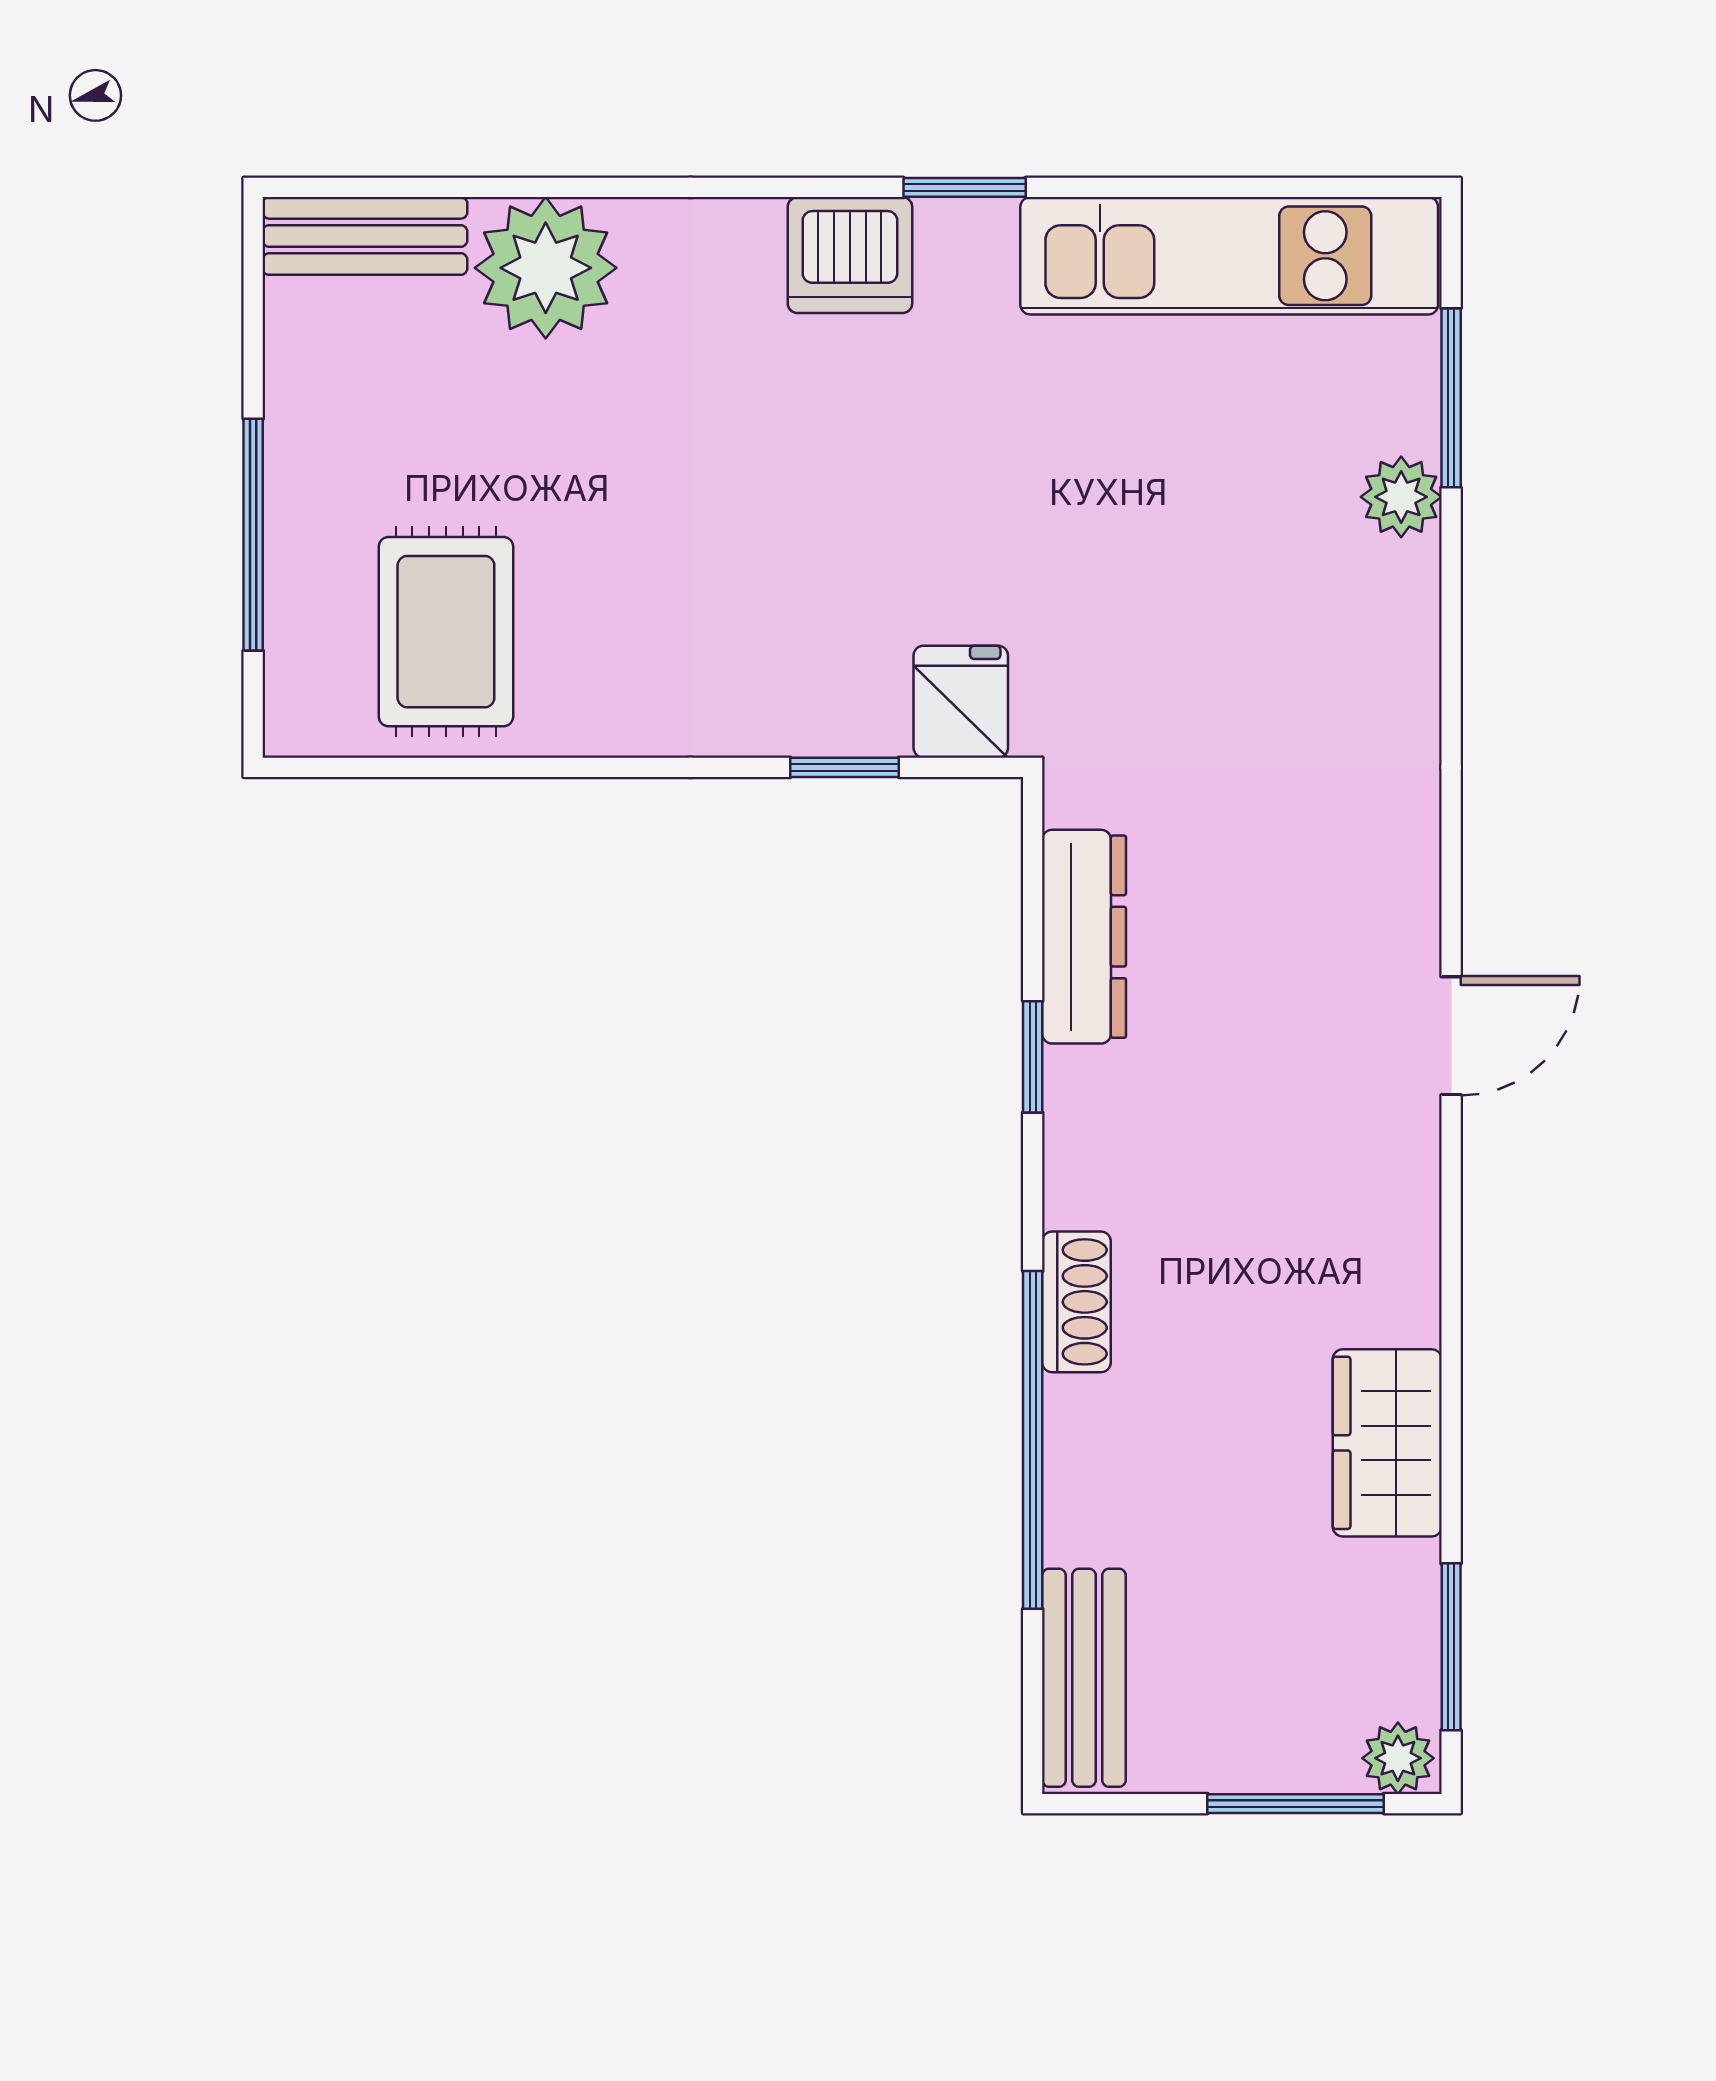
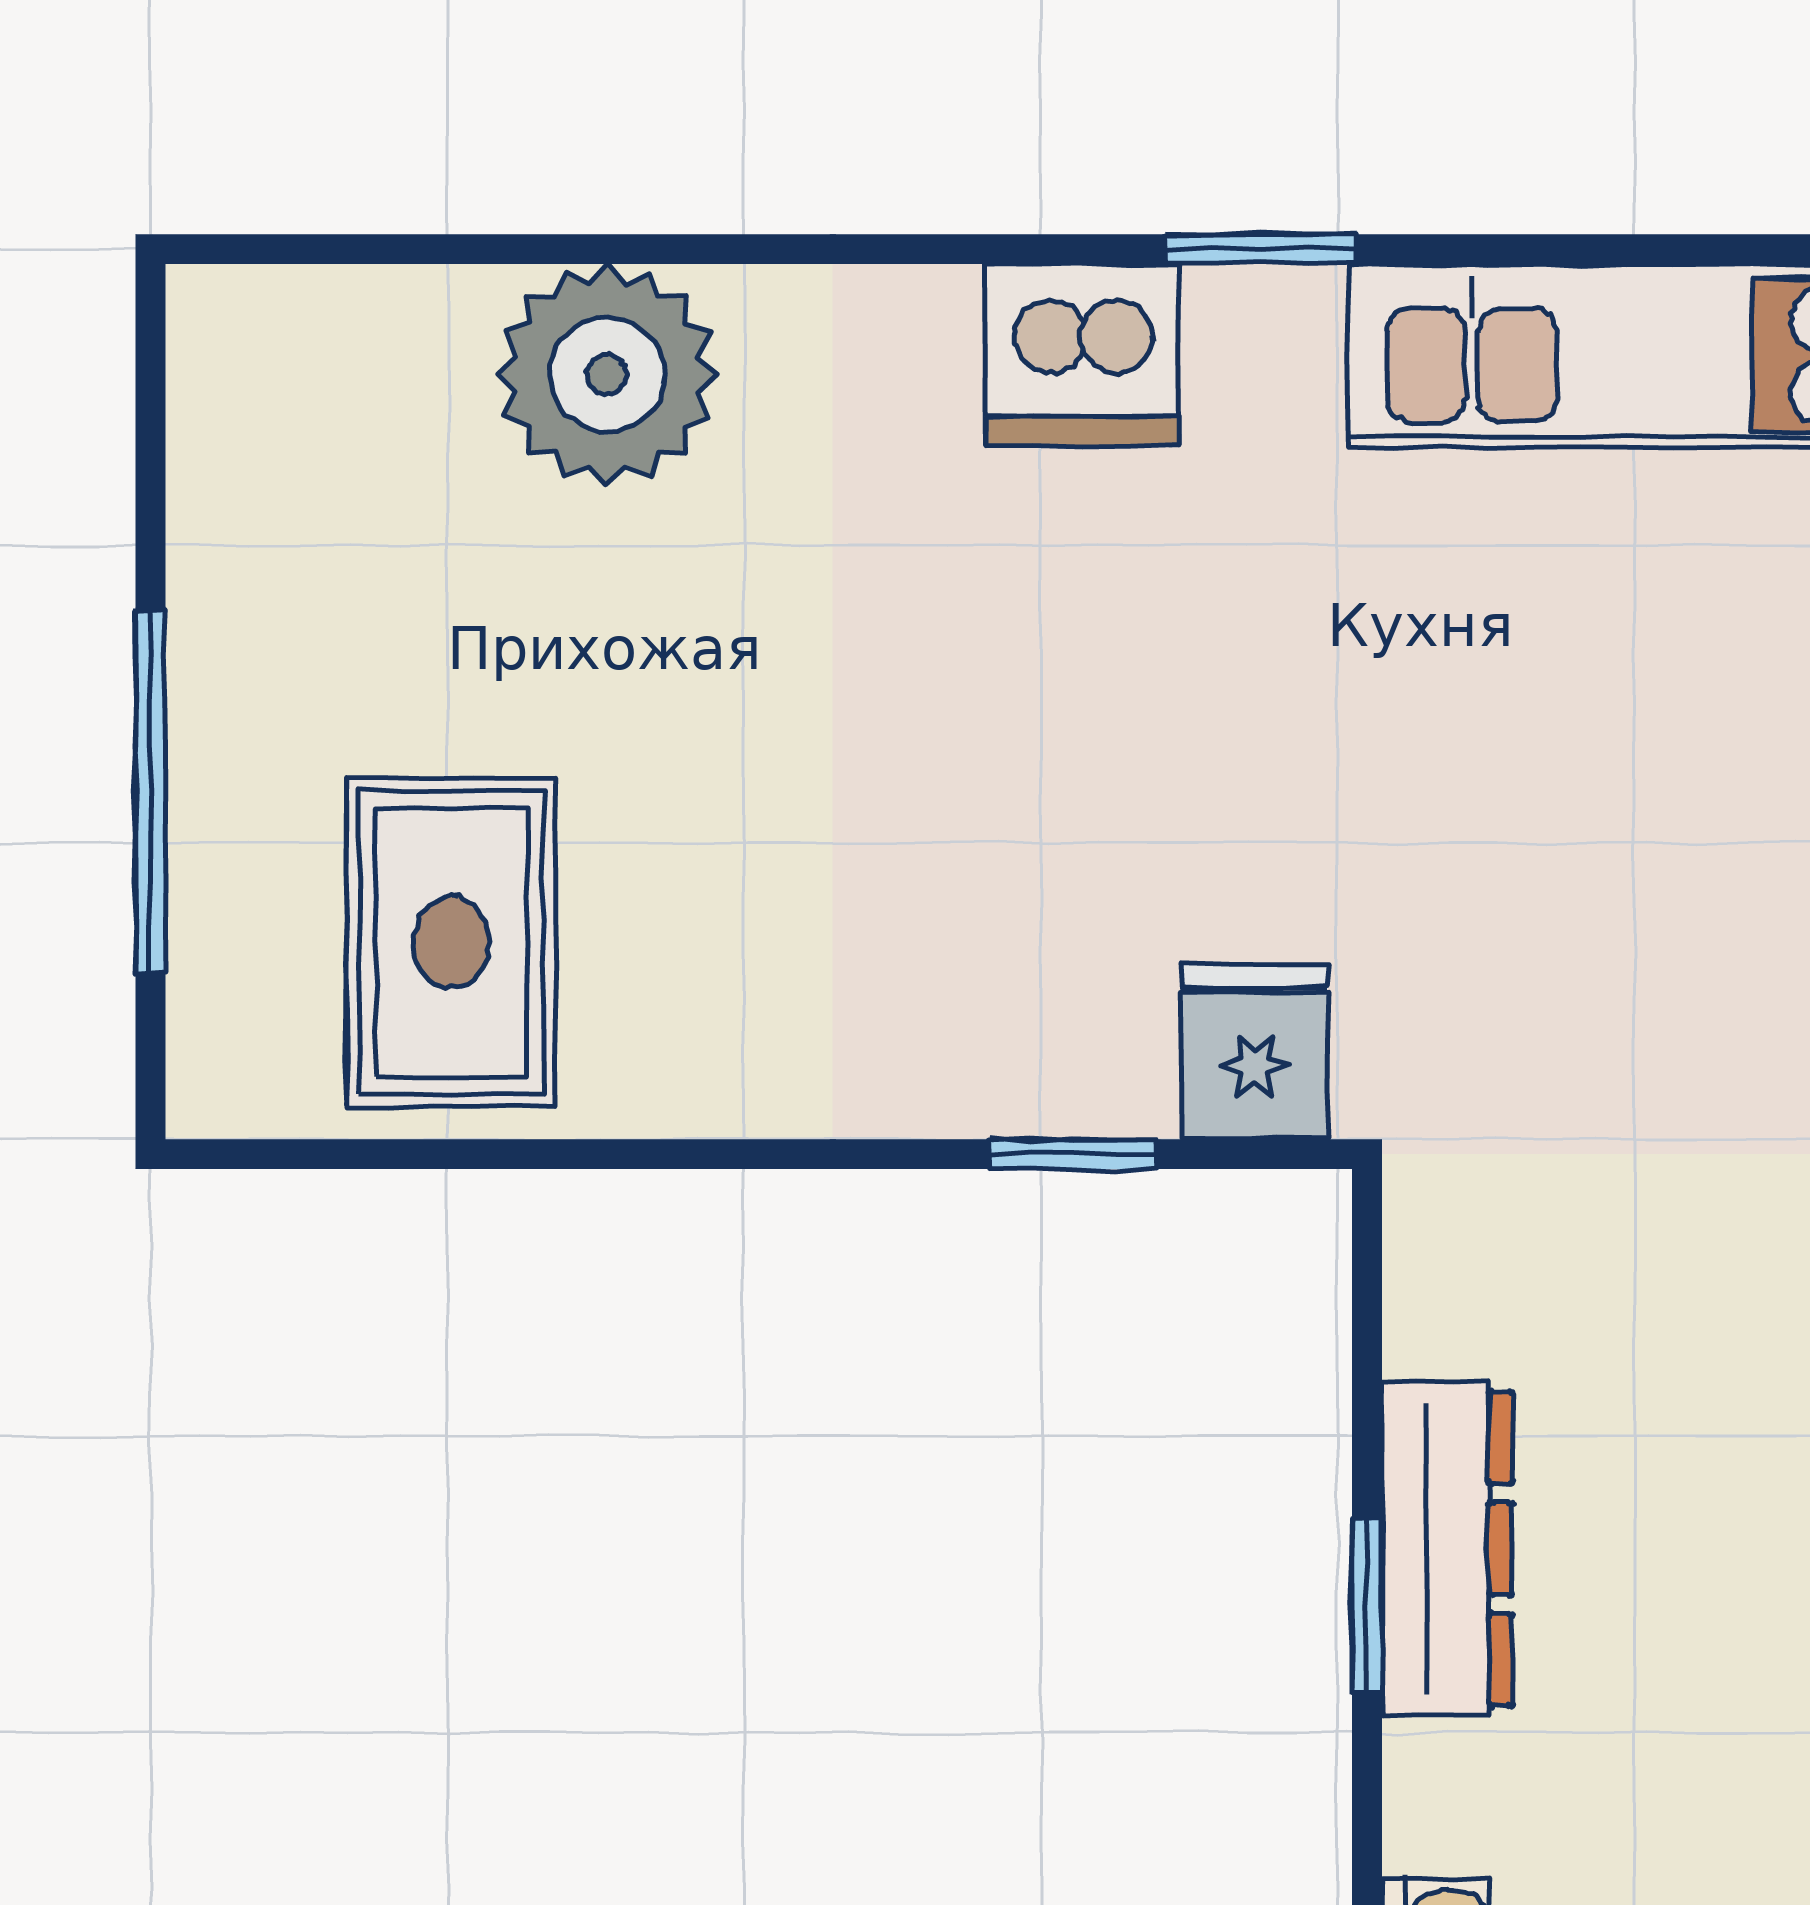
bench: (365, 236) -> (325, 325), removed
dresser: (1084, 937) -> (1447, 1549), moved

